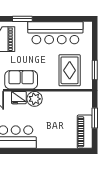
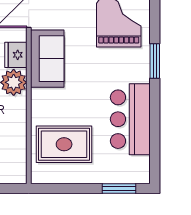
bar counter: (55, 33) -> (130, 119), width x0.73
window: (95, 70) -> (119, 188), moved

